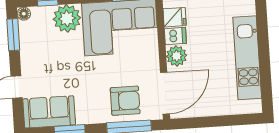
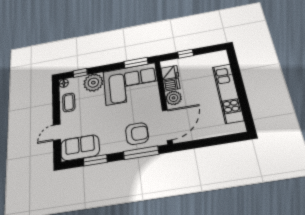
window: (13, 35) -> (56, 97), removed
coffee table: (32, 45) -> (69, 102), added

